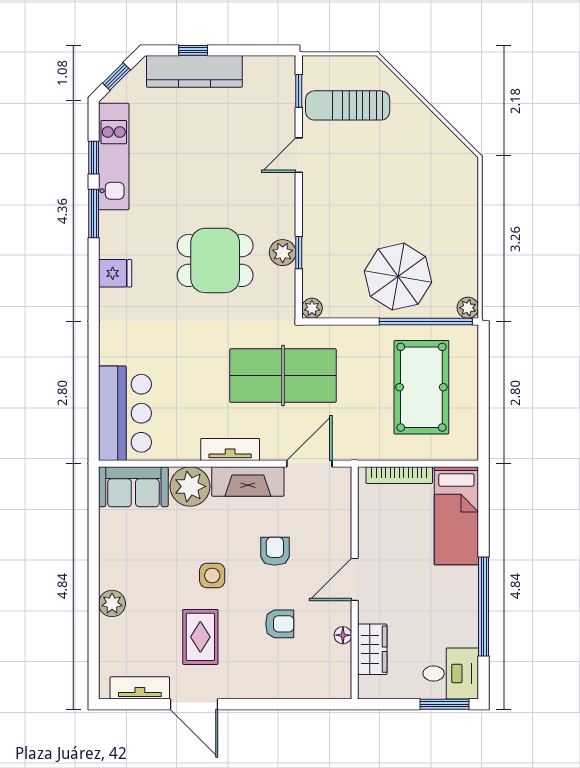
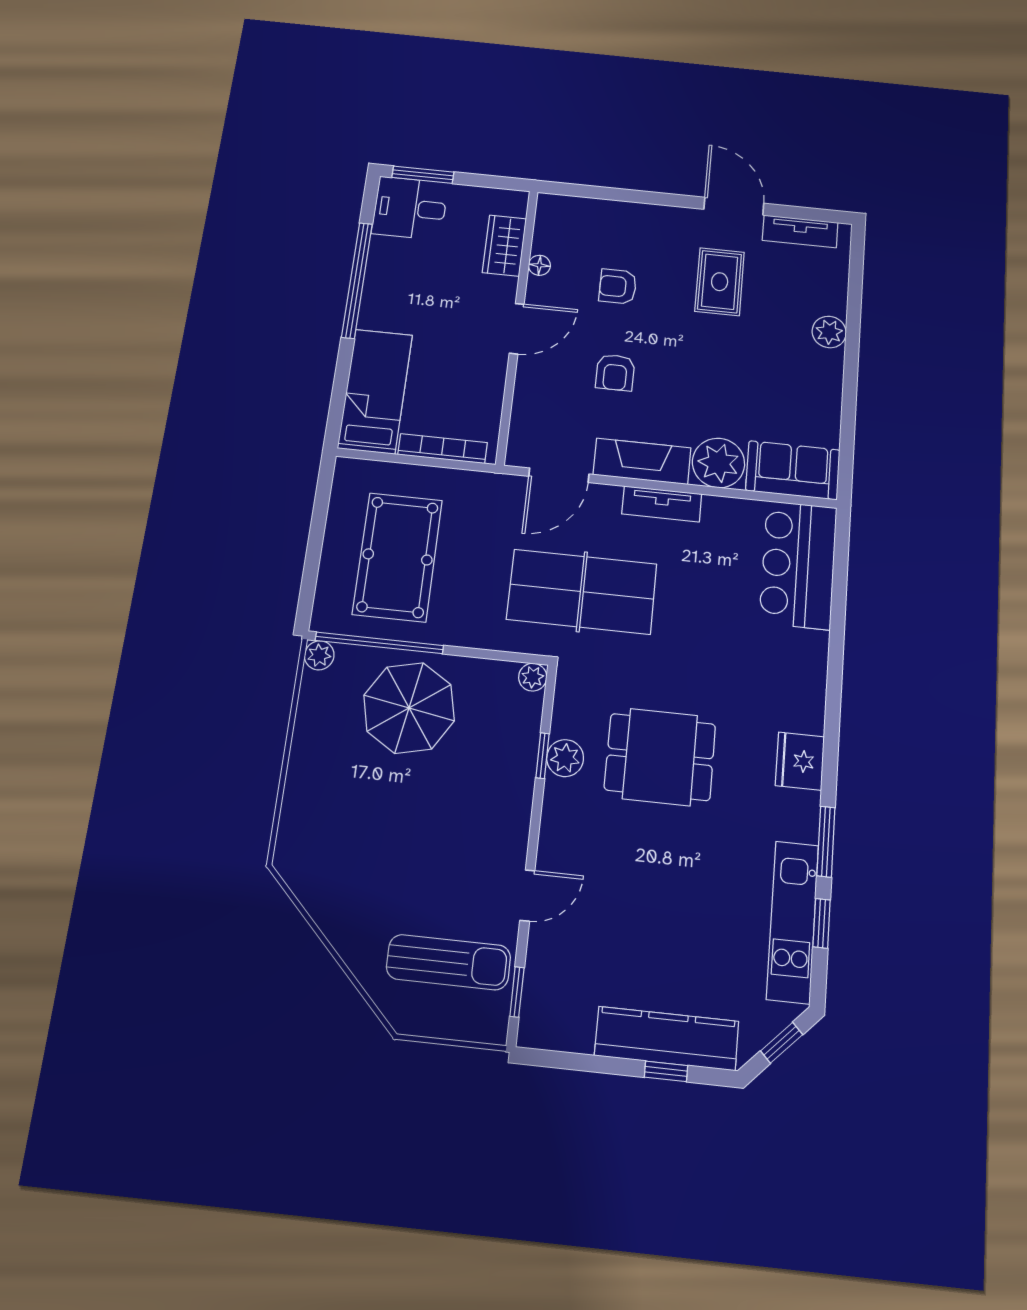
fridge: (115, 273) -> (800, 761), width x1.38
side table: (212, 575) -> (699, 352), removed

